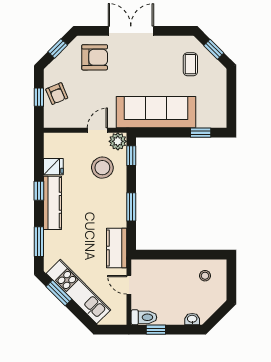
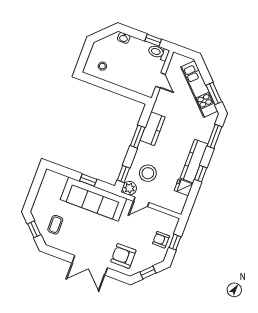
armchair: (57, 94) -> (161, 240), turned -67
window: (201, 133) -> (88, 180), moved
kitchen counter: (117, 248) -> (153, 129), moved

